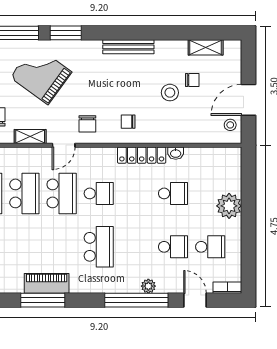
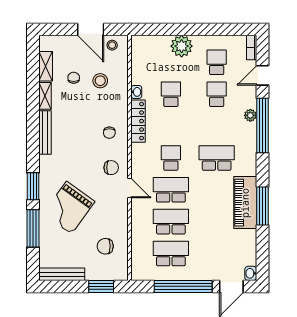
stool: (170, 93) -> (100, 81), moved
shelving: (30, 136) -> (45, 96), moved
piano: (47, 283) -> (245, 203), width x1.37, depth x1.33

